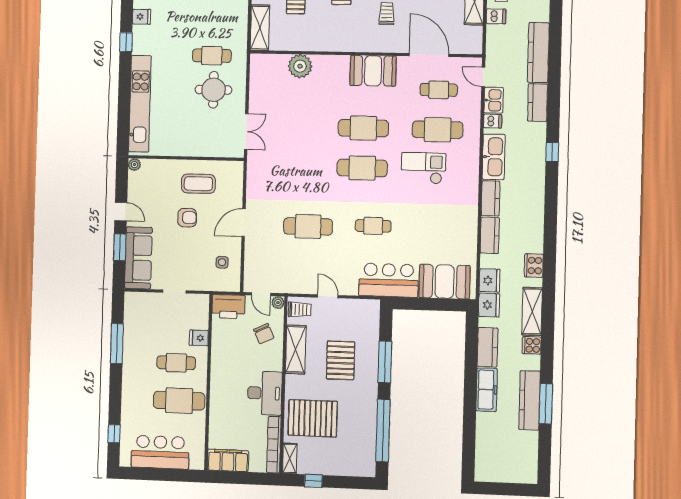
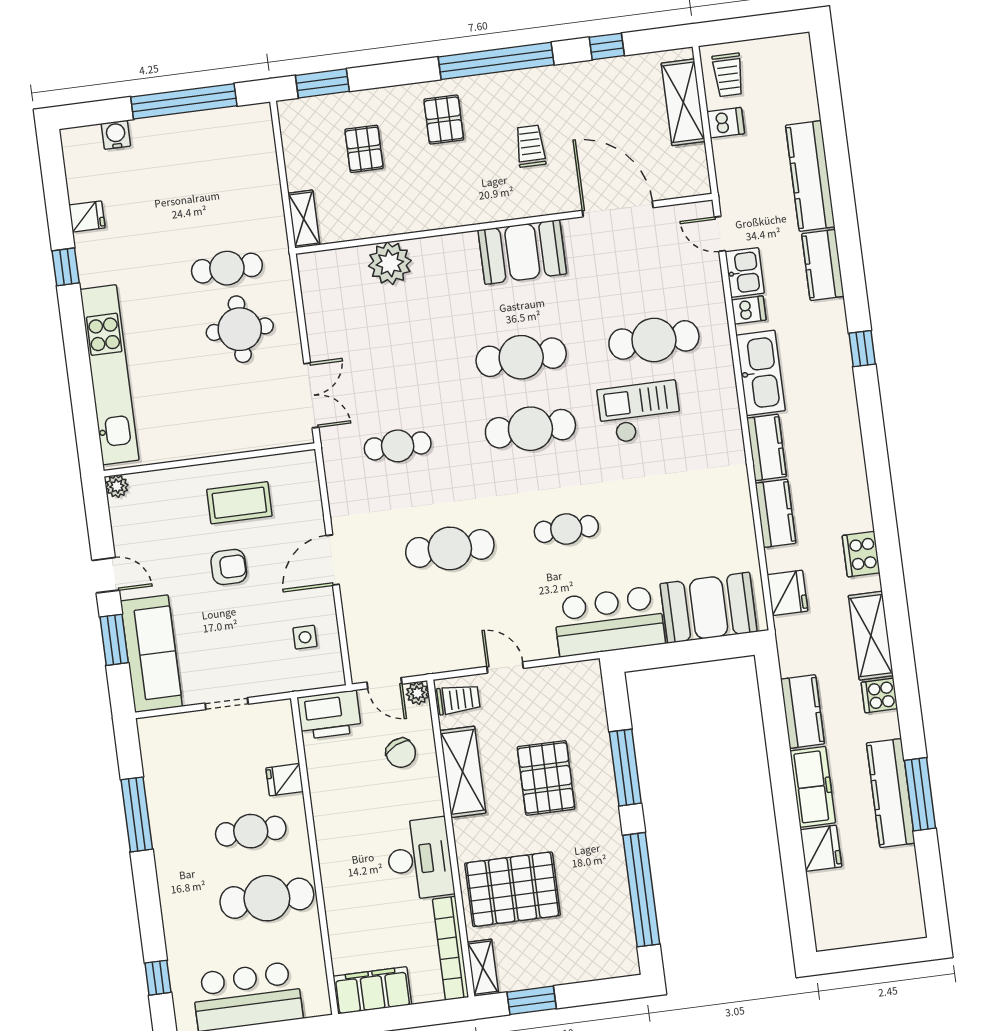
shelving: (260, 28) -> (304, 219), width x0.67, depth x0.75
cafe table: (439, 90) -> (398, 446), moved
fridge: (489, 305) -> (821, 848), moved
window: (313, 481) -> (532, 1000), width x1.50

